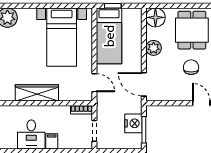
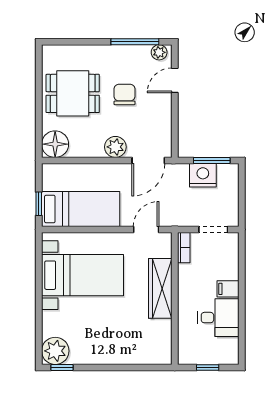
plant: (154, 48) -> (115, 147), moved
chair: (191, 67) -> (124, 95), turned 90
wardrobe: (37, 93) -> (160, 288), moved

